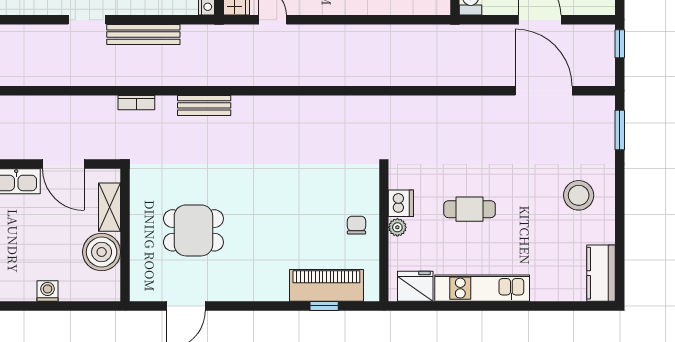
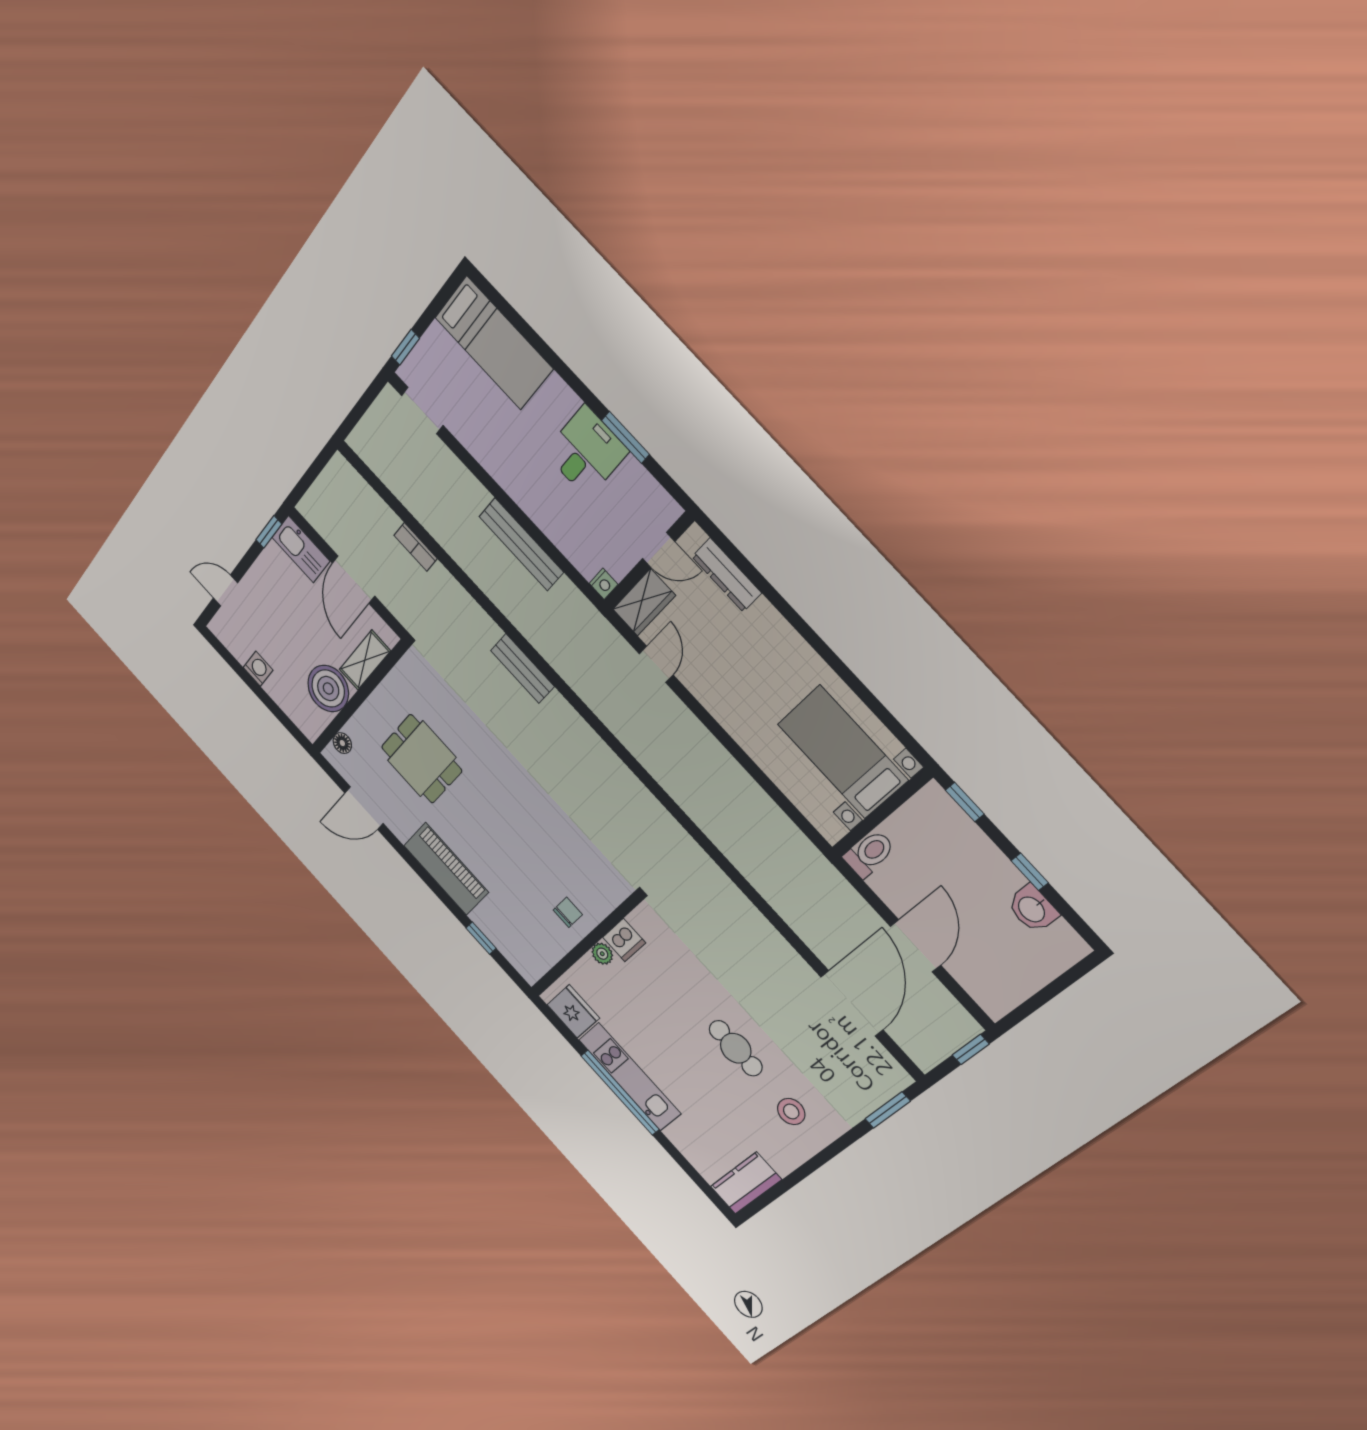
doorway: (87, 20) -> (422, 411), moved
bookcase: (136, 103) -> (416, 547), moved
stool: (579, 195) -> (791, 1112), width x0.73, depth x0.73
cafe table: (470, 209) -> (736, 1048), moved
floor lamp: (138, 278) -> (342, 743), added
piano: (326, 285) -> (446, 869), moved
window: (487, 306) -> (620, 1093), added

